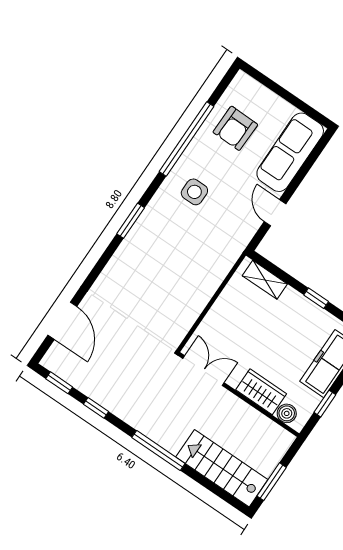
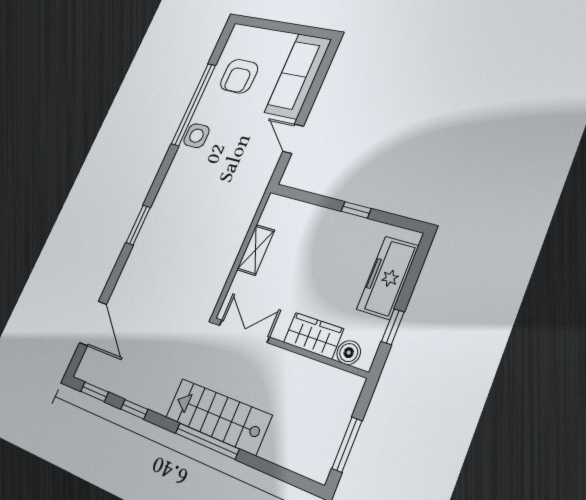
side table: (194, 192) -> (196, 136), moved
window: (131, 221) -> (138, 225), moved
shelving: (265, 280) -> (256, 250), moved, turned 90
stairs: (222, 468) -> (218, 416), moved

